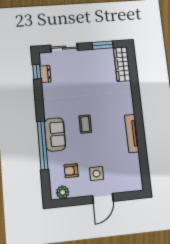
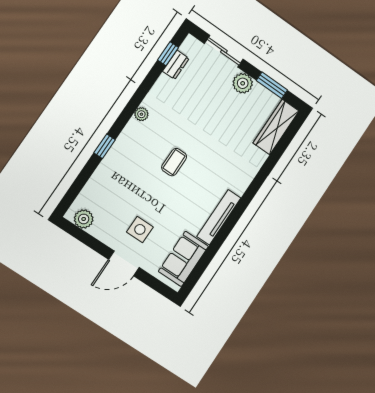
plant: (87, 56) -> (243, 83), added
plant: (48, 113) -> (141, 114), added
sofa: (55, 134) -> (183, 259), moved, turned 180
window: (43, 145) -> (105, 146), width x0.32
armchair: (71, 171) -> (114, 202), removed

